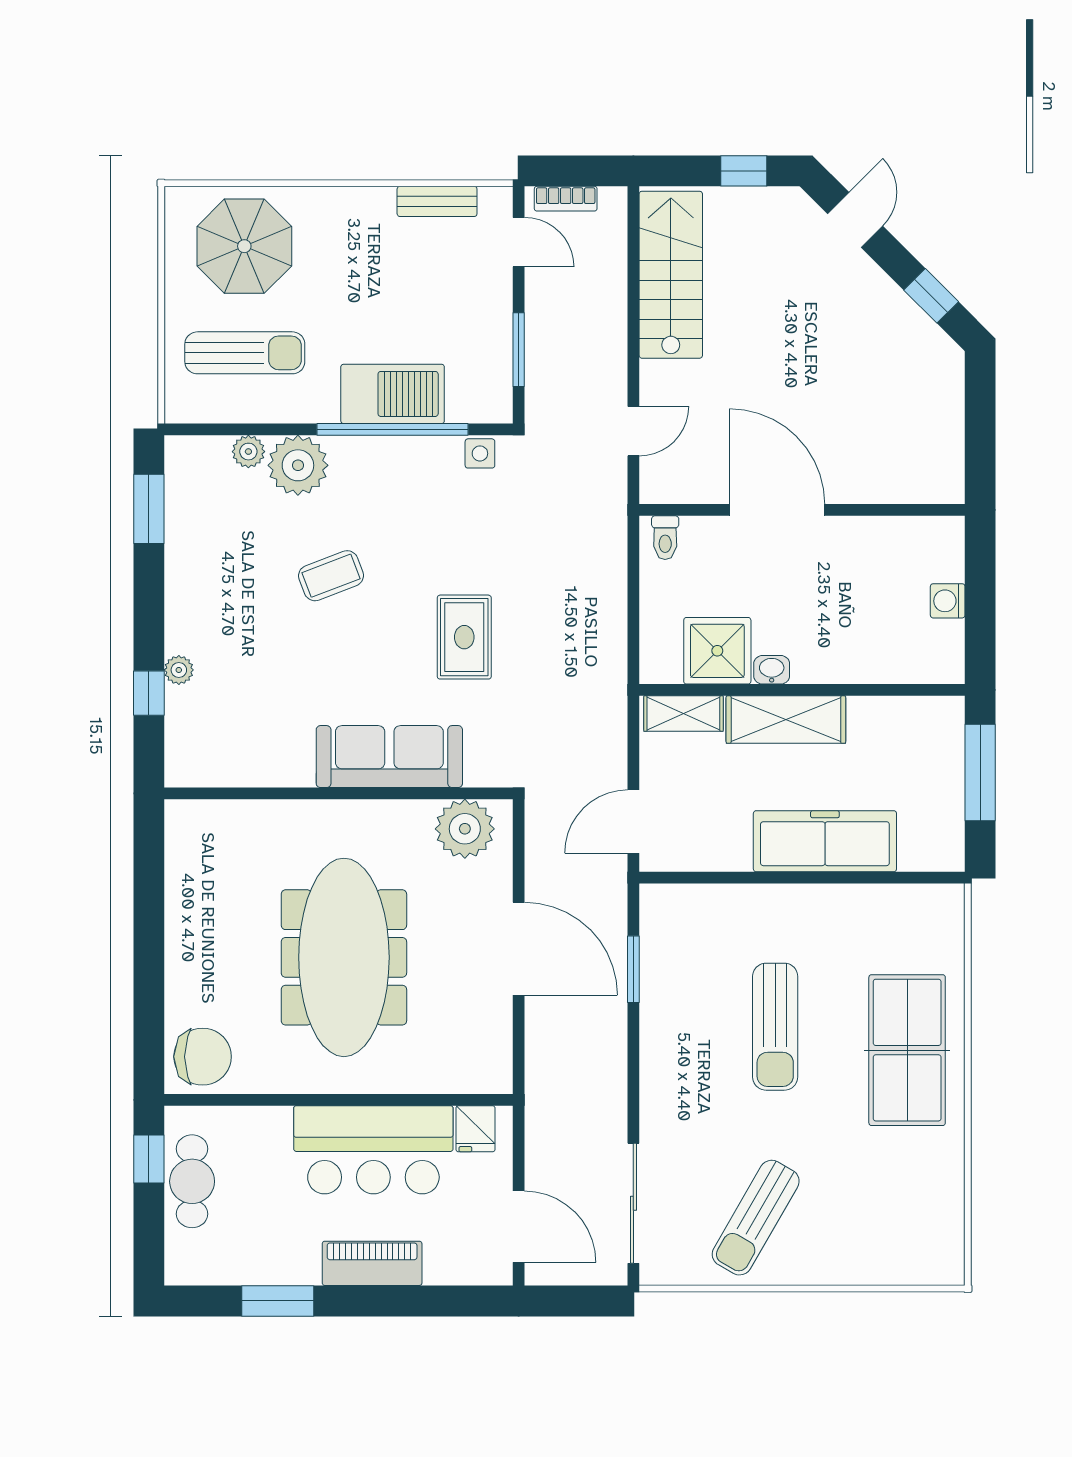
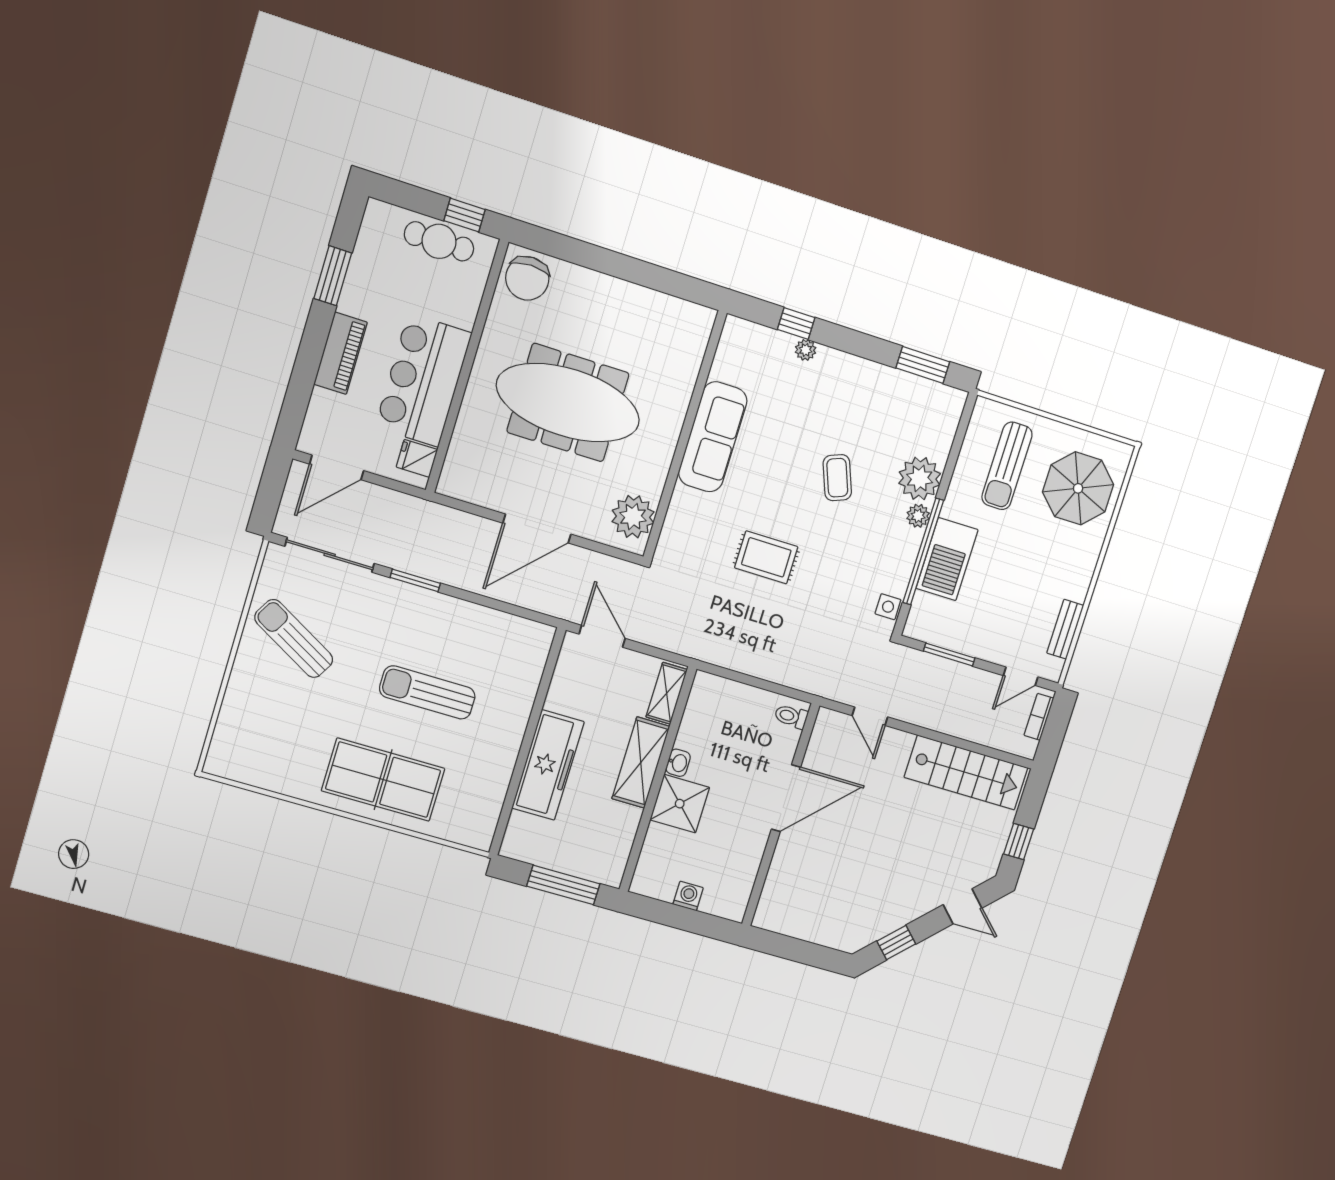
plant: (248, 452) -> (918, 516), moved
shower: (717, 651) -> (680, 804), moved
sofa: (389, 757) -> (713, 437), moved
window: (633, 969) -> (415, 580), moved

